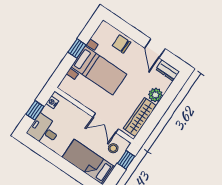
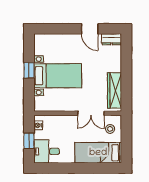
chair: (122, 44) -> (61, 43), removed
plant: (155, 95) -> (115, 65), removed
window: (126, 160) -> (126, 131), removed

